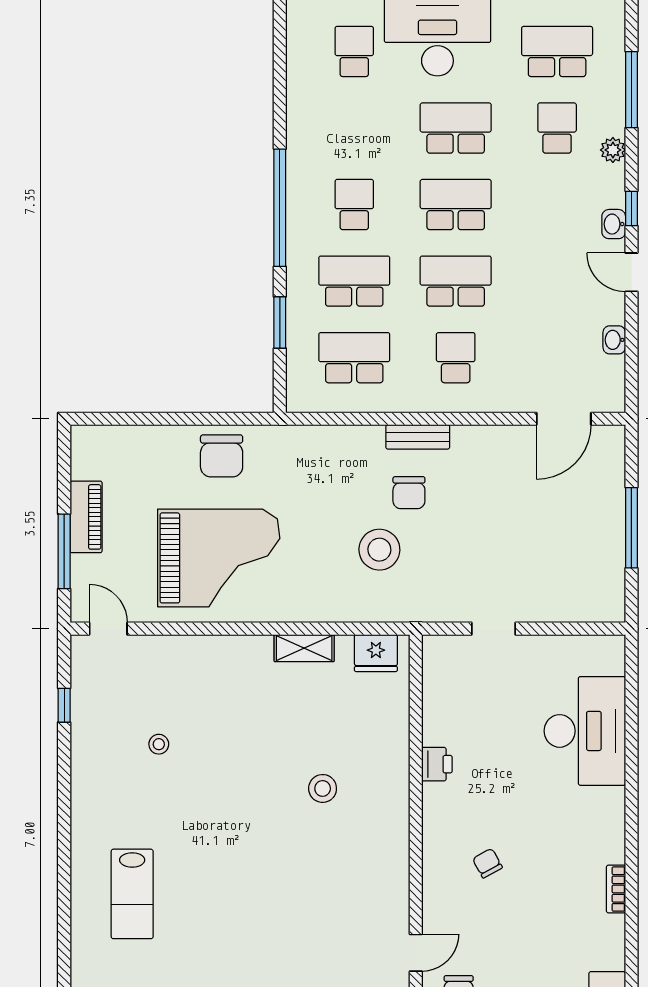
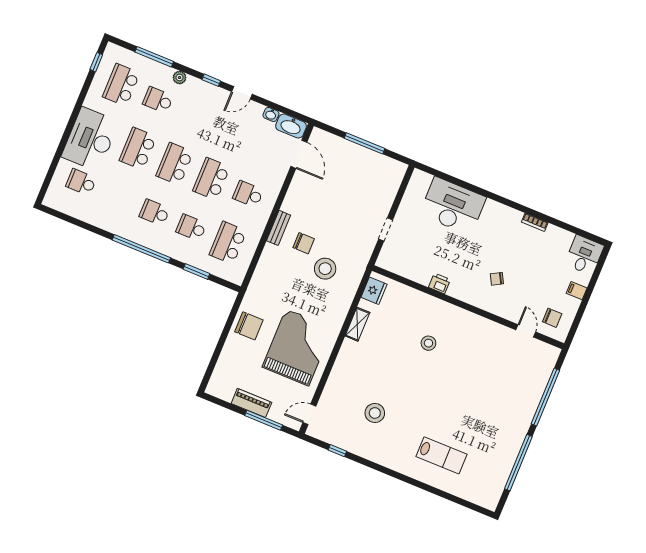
washbasin: (614, 224) -> (291, 126), moved, width x1.91, depth x1.45
school desk: (354, 281) -> (191, 228), width x0.54
stool: (159, 744) -> (375, 413), width x1.89, depth x1.89

